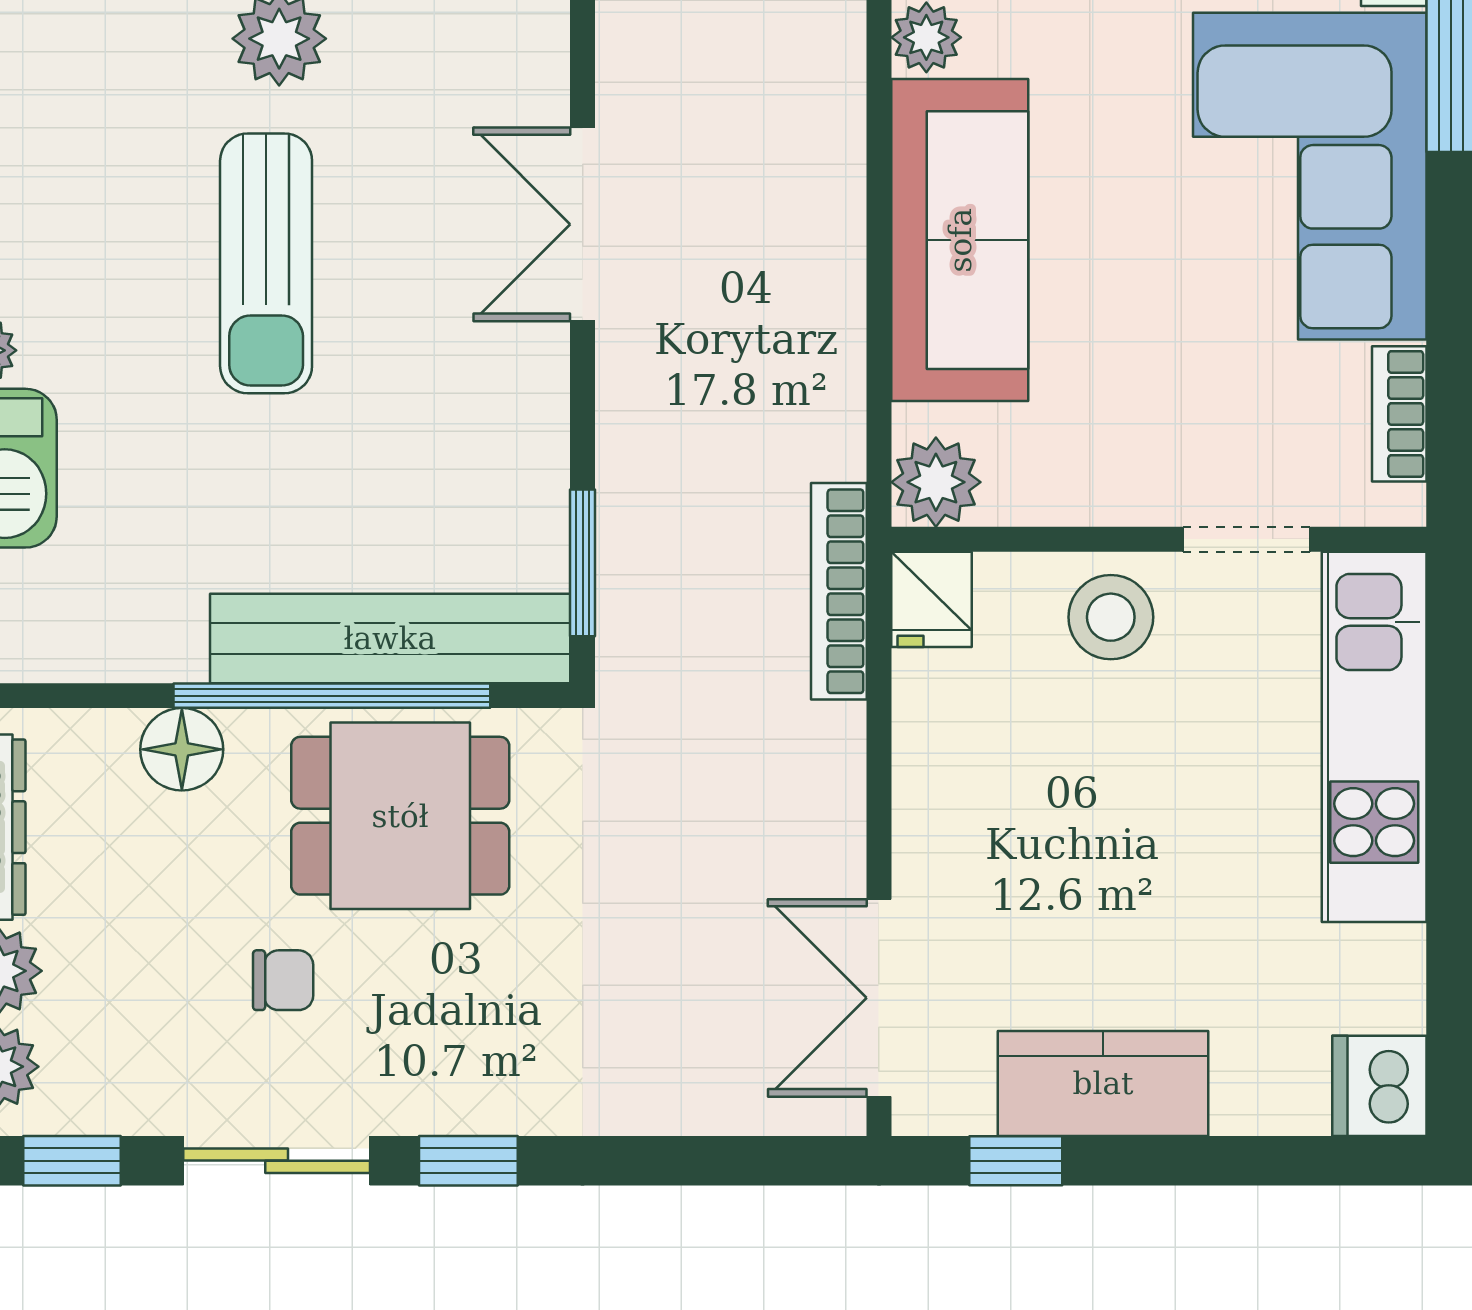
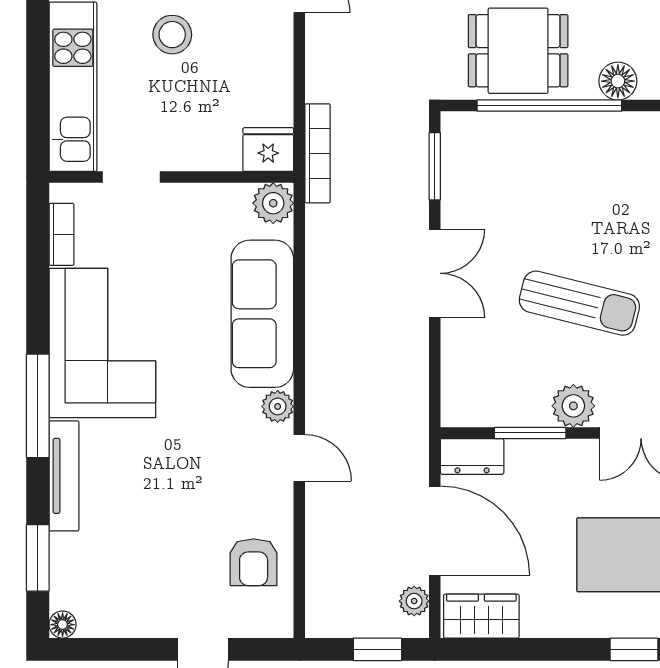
double door: (583, 224) -> (435, 273), moved
sun lounger: (266, 263) -> (579, 303), turned 104
fridge: (931, 599) -> (268, 150), width x1.38
stool: (1111, 617) -> (172, 35), moved
bench: (390, 638) -> (523, 132), removed

